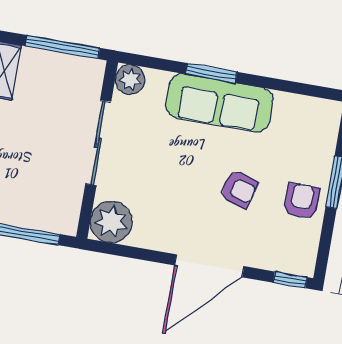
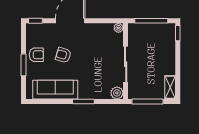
sofa: (220, 103) -> (55, 90), moved
armchair: (302, 201) -> (36, 55), turned -90
plant: (111, 222) -> (118, 28), width x0.53, depth x0.53

